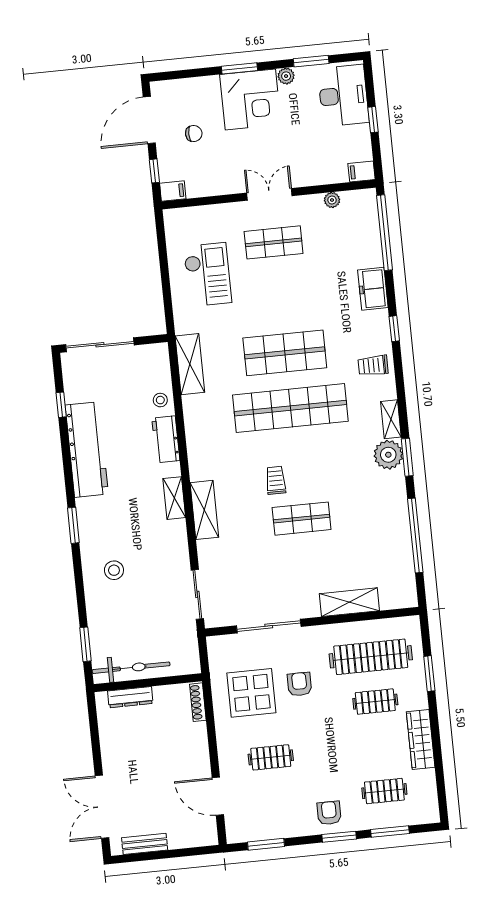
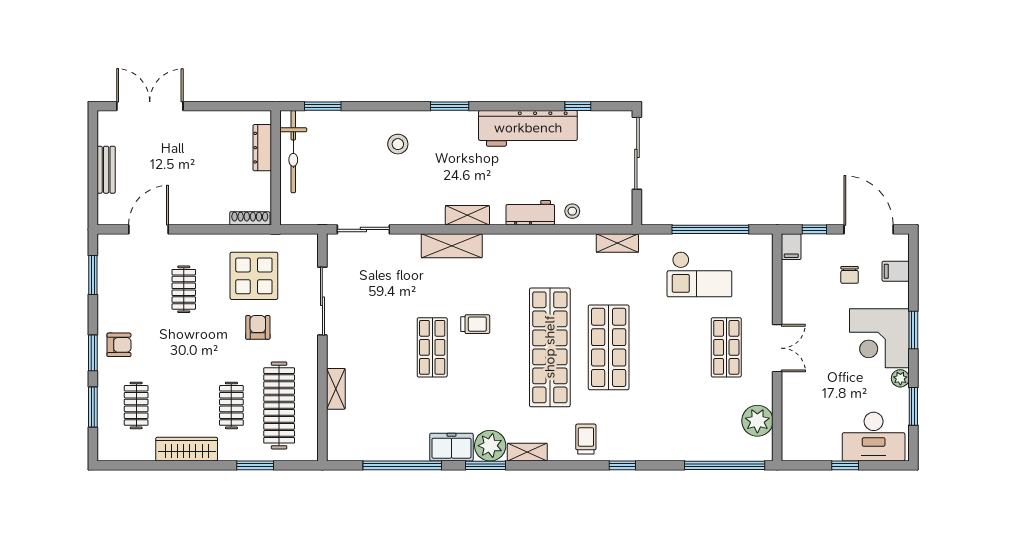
filing cabinet: (361, 171) -> (896, 271), moved, turned -90
plant: (332, 200) -> (757, 421), width x1.87, depth x1.87
window: (164, 269) -> (710, 229), added
freezer: (373, 289) -> (451, 447), moved
shelving: (190, 364) -> (617, 243), width x0.67, depth x0.75
shelving: (349, 602) -> (336, 389), width x0.67, depth x0.75
armchair: (299, 684) -> (258, 327), turned -90
bench: (145, 844) -> (106, 170), moved

